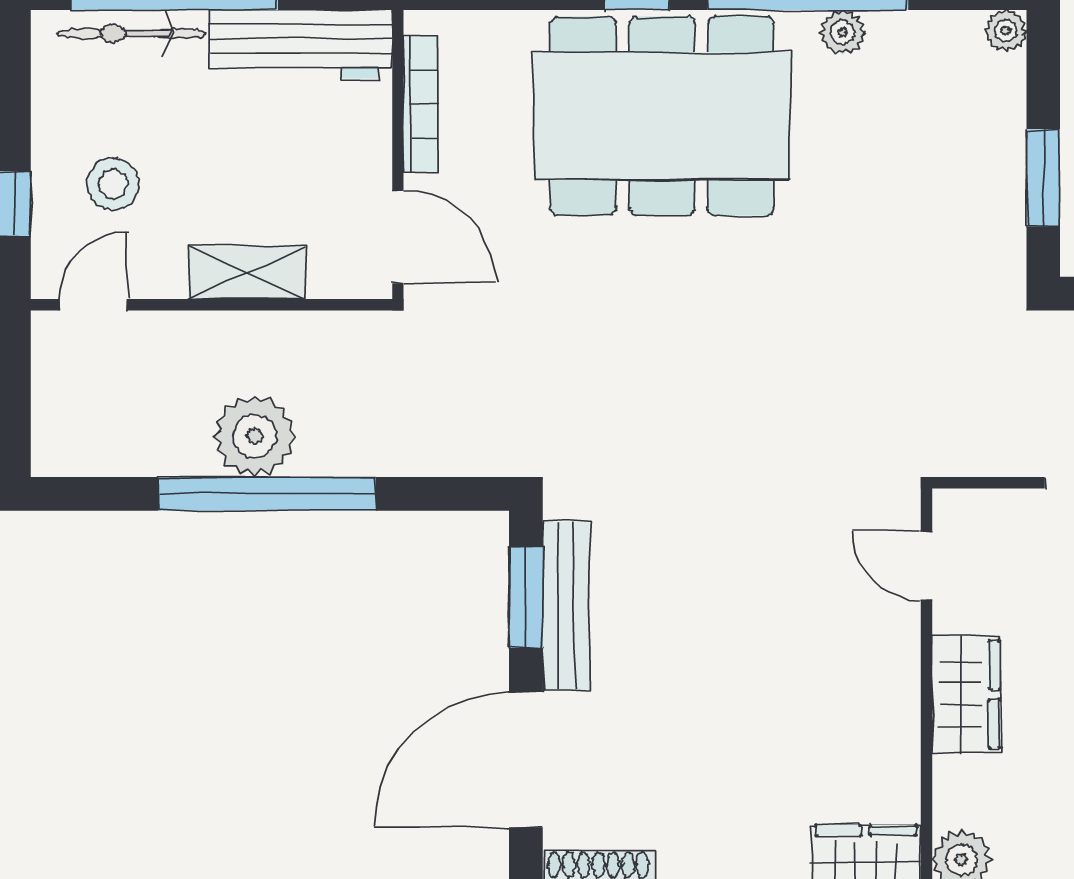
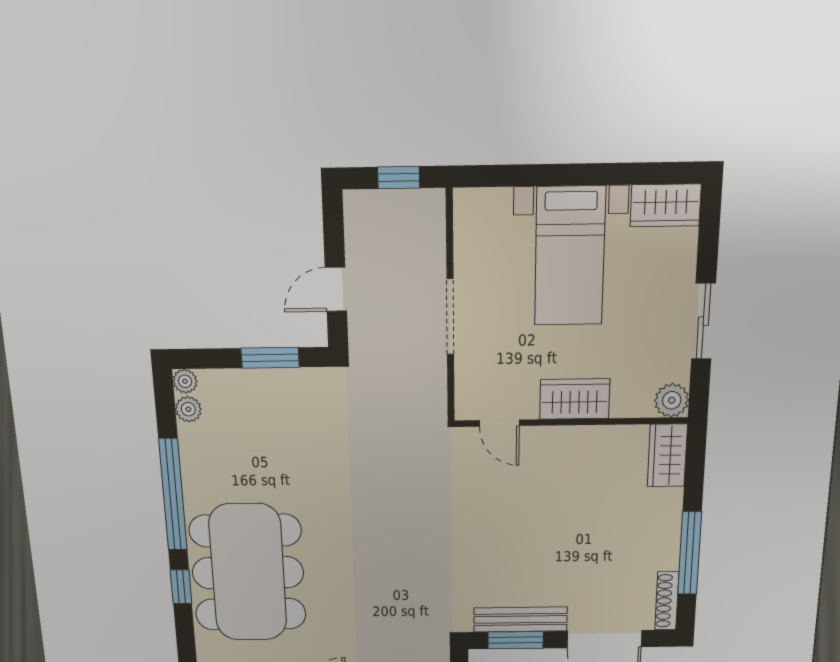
plant: (843, 32) -> (188, 409), moved
door: (926, 566) -> (499, 423), hinge flipped

